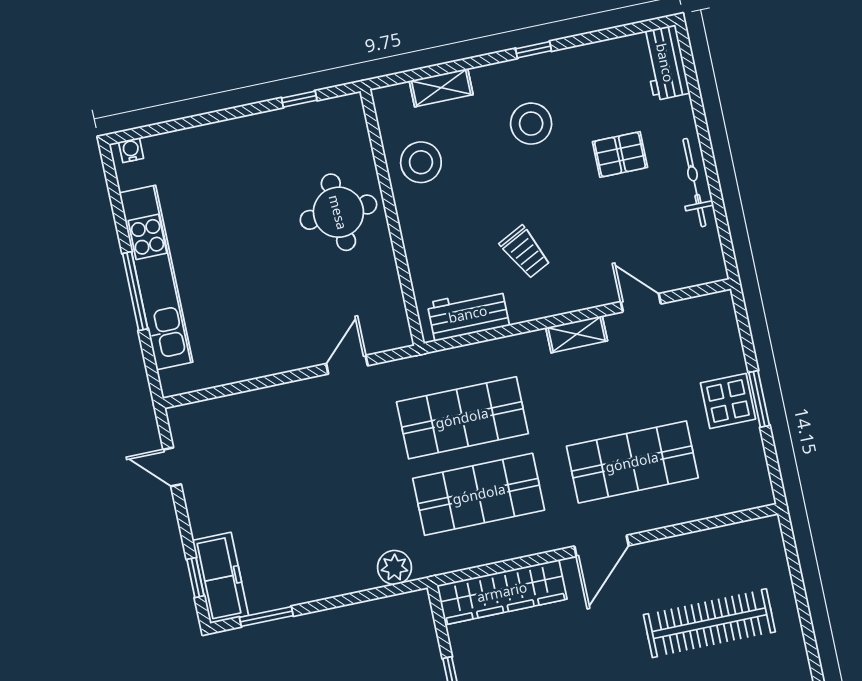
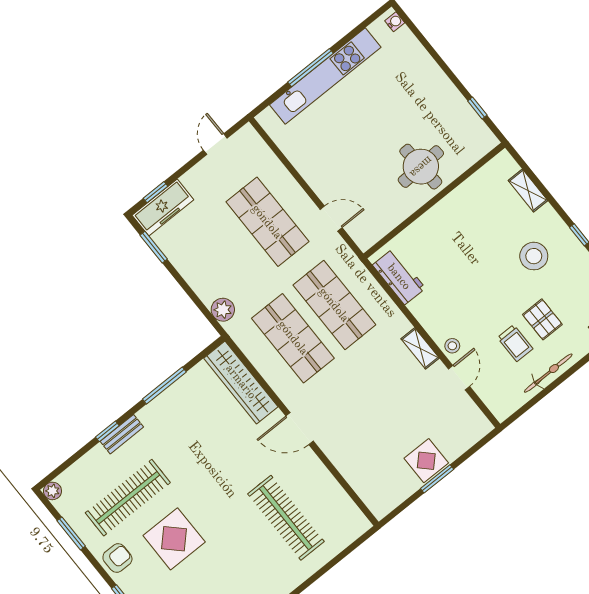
stool: (421, 162) -> (452, 346), moved, width x0.53, depth x0.53
trolley: (525, 252) -> (515, 343), moved, turned -63
shop shelf: (632, 462) -> (267, 222), moved

